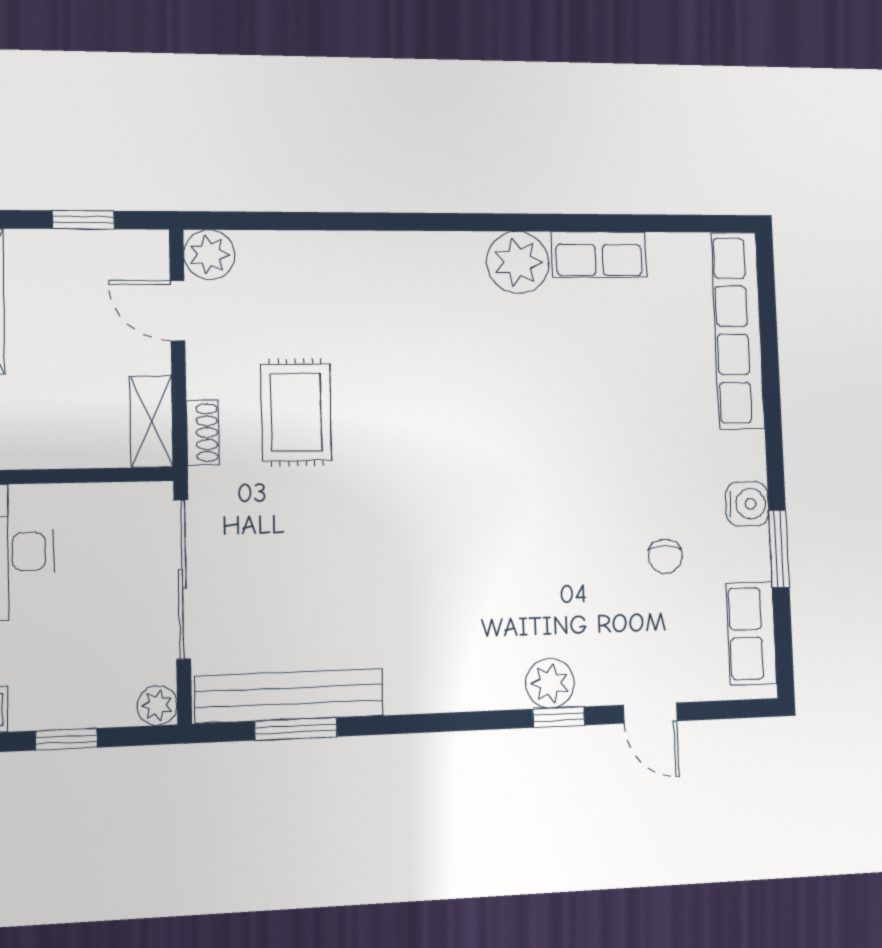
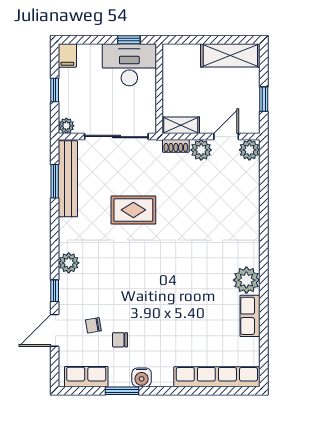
plant: (212, 371) -> (201, 150), added
rug: (296, 412) -> (133, 210), moved
chair: (635, 621) -> (93, 325), added
plant: (550, 683) -> (69, 263), moved
door: (650, 713) -> (55, 330), width x1.38

